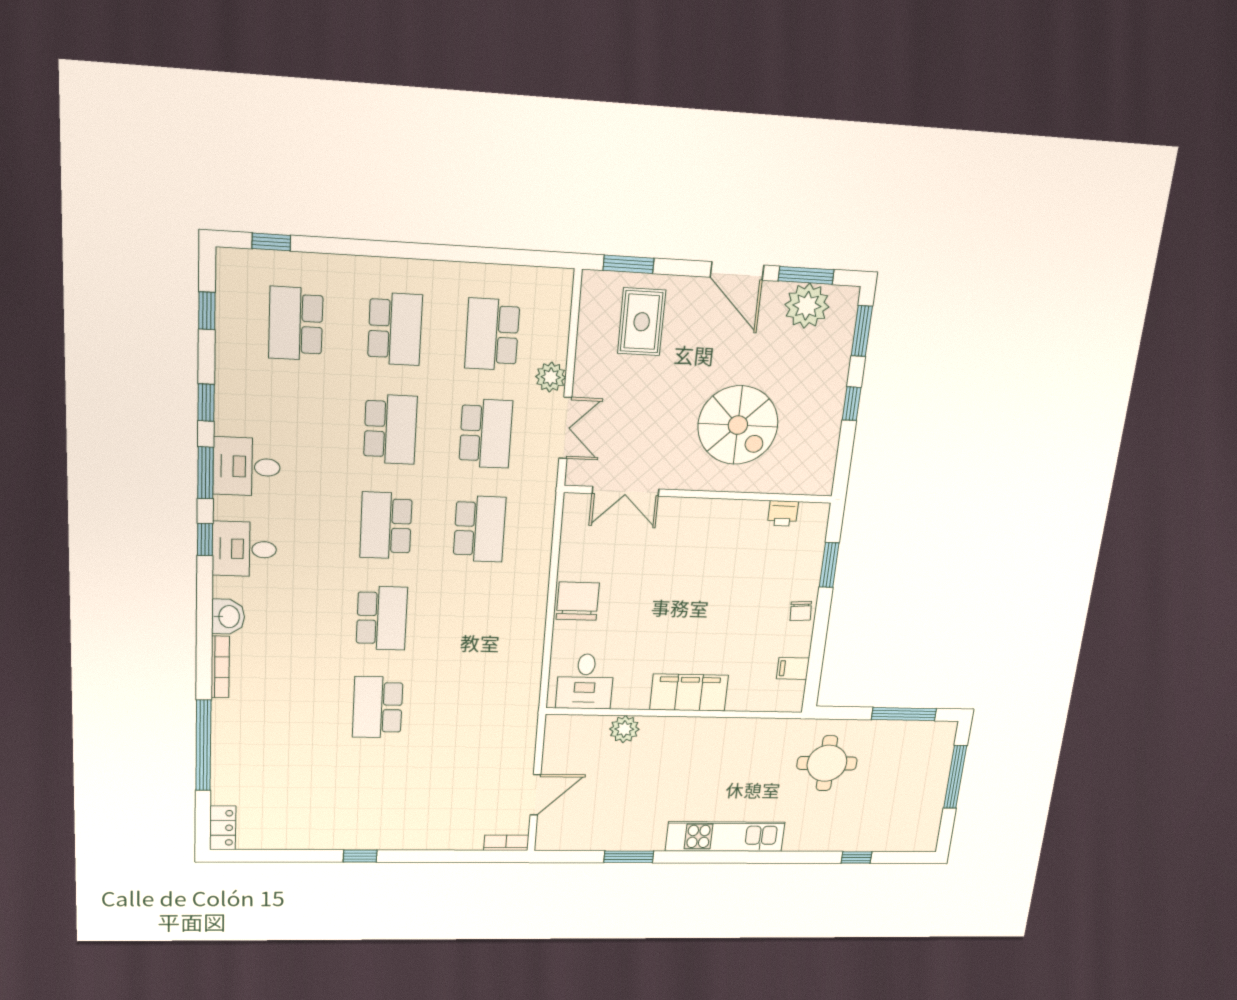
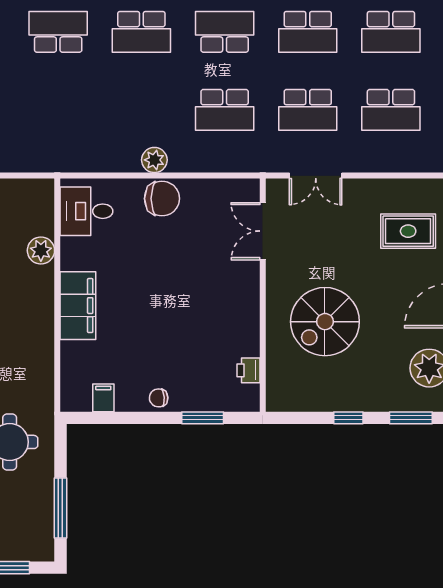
school desk: (492, 334) -> (391, 110), turned 180
plant: (551, 377) -> (154, 160), moved

